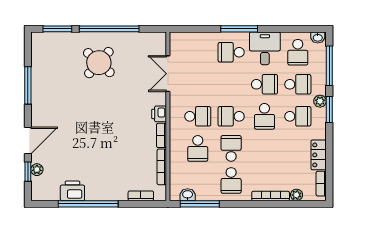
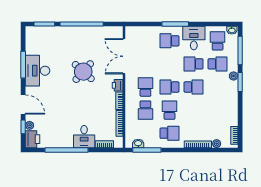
school desk: (298, 52) -> (218, 41), turned 180
round table: (99, 63) -> (83, 72), moved
double door: (168, 74) -> (124, 56), width x1.37
school desk: (264, 84) -> (194, 64), turned 180
desk: (48, 94) -> (37, 71), added
school desk: (198, 116) -> (145, 87), turned -90
school desk: (264, 116) -> (194, 87), turned -90
school desk: (298, 116) -> (218, 87), removed
door: (28, 140) -> (23, 104), hinge flipped
locker: (319, 155) -> (232, 115), removed
school desk: (231, 180) -> (169, 133), turned -90
desk: (113, 185) -> (84, 137), added
printer: (72, 191) -> (32, 139), moved, turned 90

